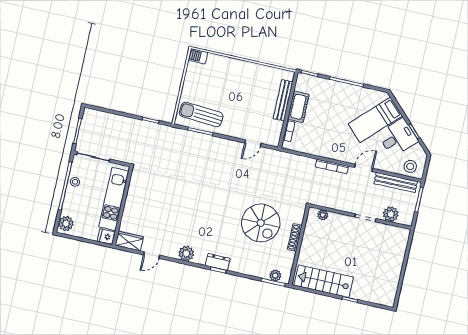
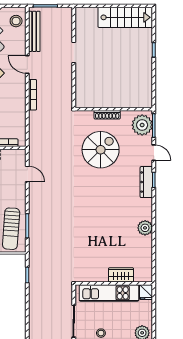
plant: (391, 214) -> (65, 29), removed
plant: (323, 215) -> (80, 93), removed
wardrobe: (129, 241) -> (121, 275), moved, turned 90
plant: (186, 254) -> (145, 228), moved
door: (152, 255) -> (154, 153), moved
dresser: (218, 262) -> (146, 182), width x1.44
plant: (275, 275) -> (142, 125), width x1.88, depth x1.88
stairs: (324, 281) -> (125, 17), moved, turned -90

